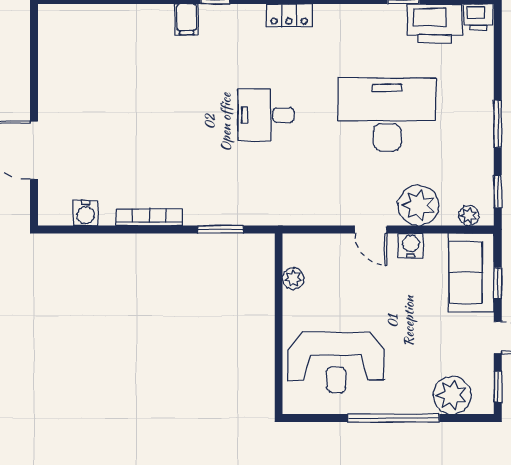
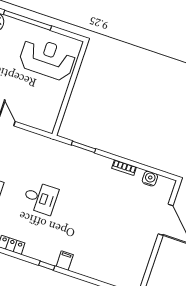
bookcase: (149, 217) -> (124, 168), width x0.64
plant: (293, 279) -> (55, 109), removed

